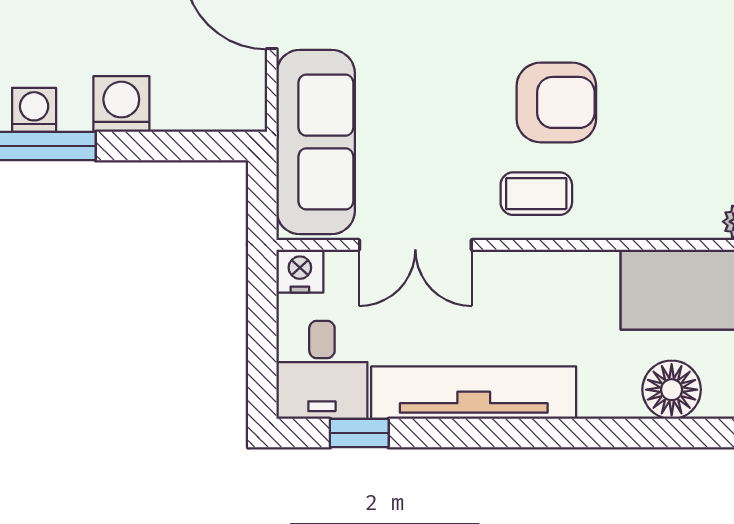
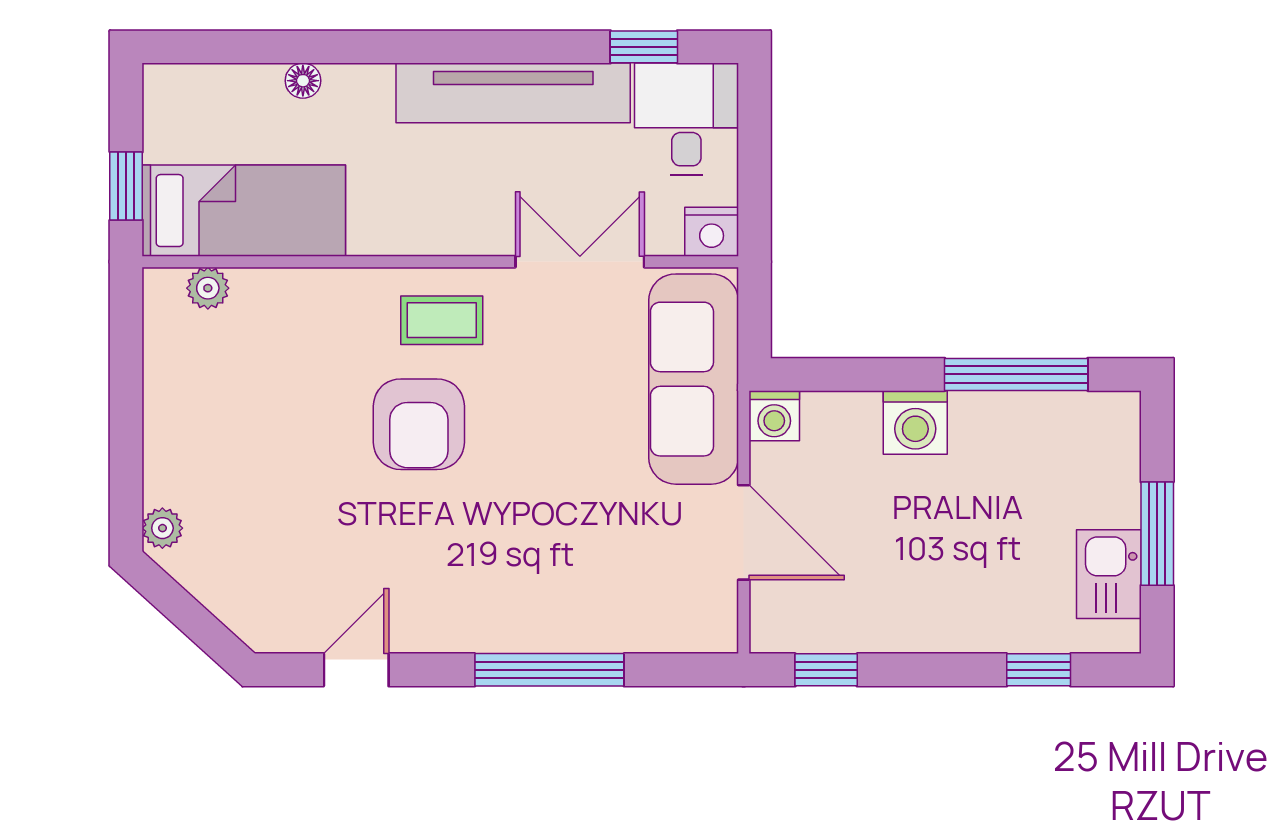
armchair: (556, 102) -> (419, 424), turned -90
washing machine: (34, 110) -> (774, 416), moved
floor lamp: (672, 390) -> (303, 81), width x0.53, depth x0.53

